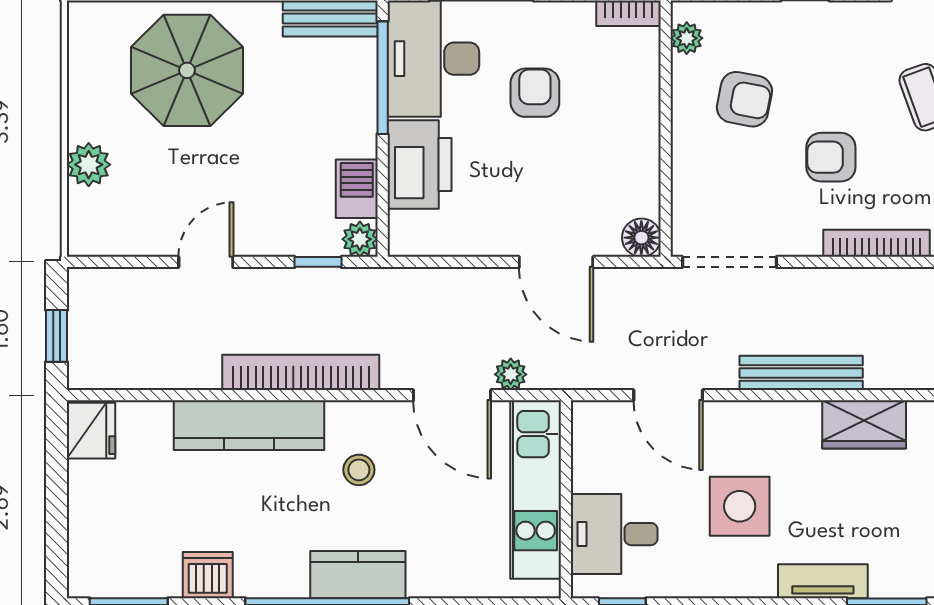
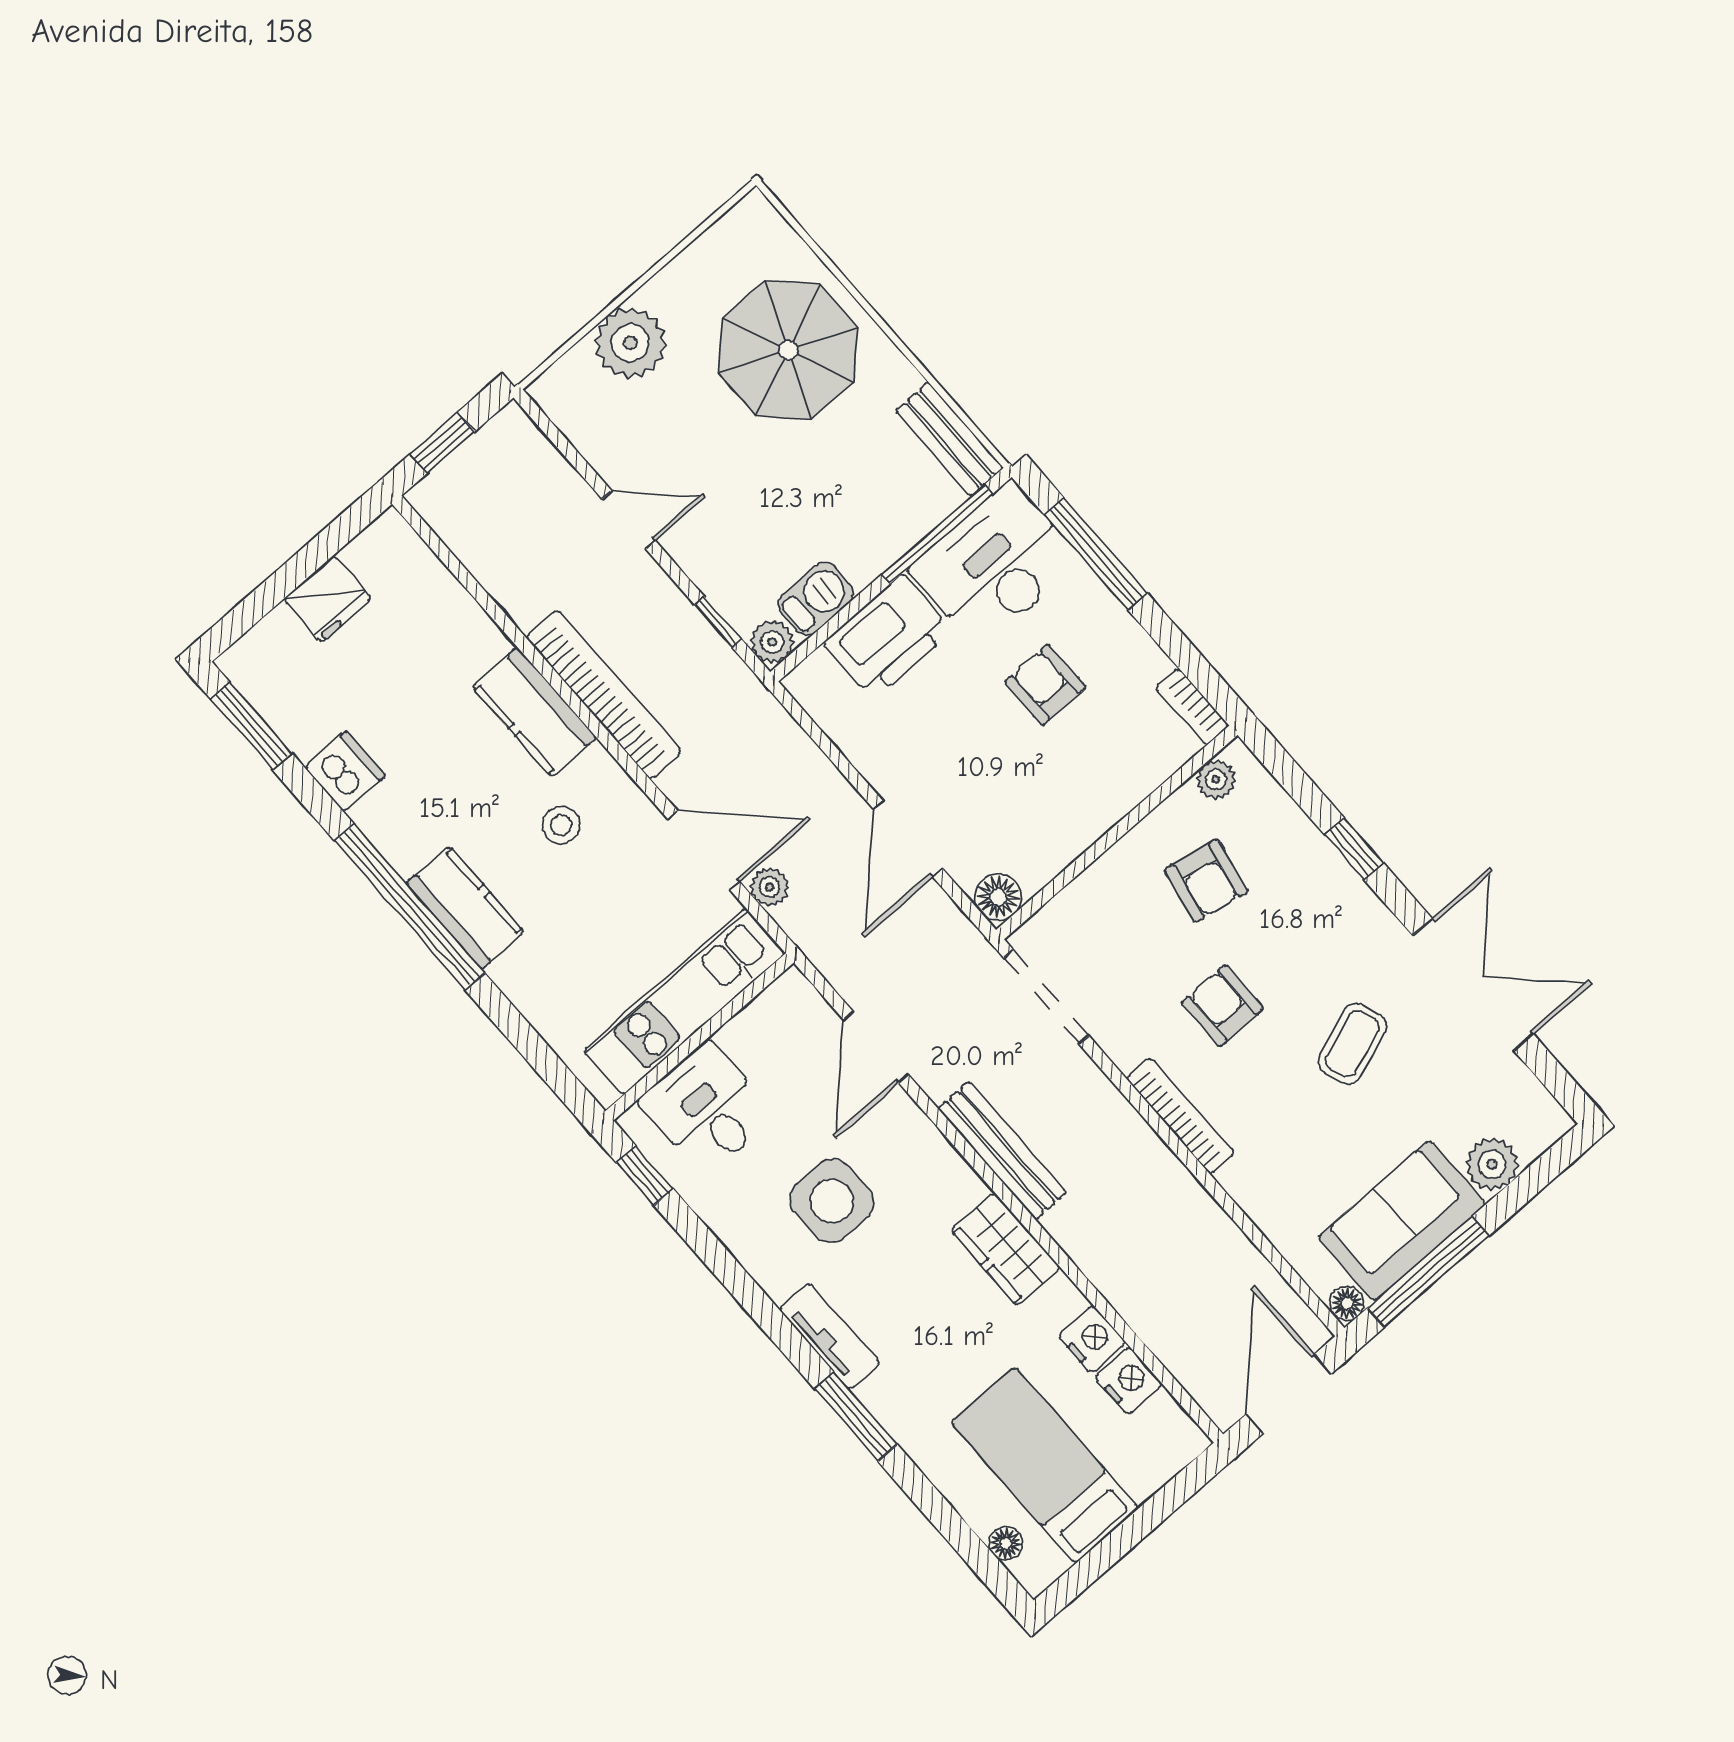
armchair: (535, 93) -> (1045, 685), turned -90
plant: (89, 165) -> (630, 343), width x1.36, depth x1.36
door: (452, 395) -> (704, 850), swing flipped
kitchen counter: (249, 425) -> (534, 712), width x0.67
fridge: (91, 431) -> (328, 599), moved

